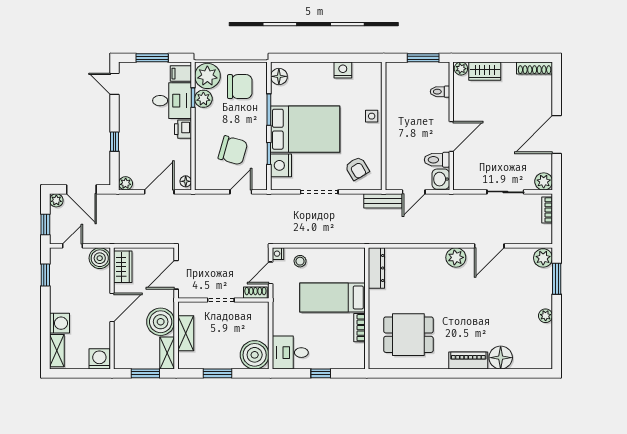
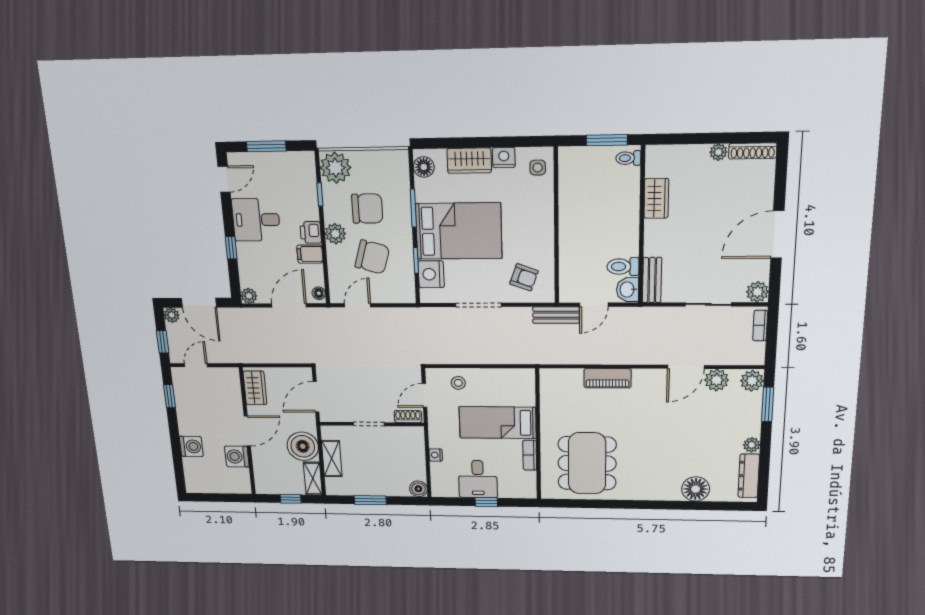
plant: (461, 69) -> (718, 152), moved
wardrobe: (485, 71) -> (656, 198), moved, turned -90
wardrobe: (315, 72) -> (469, 161), added
filing cabinet: (181, 74) -> (310, 254), moved
door: (114, 84) -> (224, 179), swing flipped
chair: (240, 87) -> (367, 209), moved
toilet: (440, 92) -> (628, 158), moved
plant: (203, 99) -> (335, 234), moved
desk: (172, 101) -> (256, 220), moved, turned 180
side table: (372, 116) -> (538, 168), moved
door: (451, 137) -> (641, 238), removed
armchair: (357, 168) -> (524, 277), turned -39
bench: (460, 171) -> (652, 280), added
door: (241, 192) -> (358, 305), moved
nightstand: (278, 254) -> (436, 455), moved
plant: (456, 257) -> (717, 380), moved
boiler: (100, 258) -> (228, 378), removed
dresser: (376, 268) -> (749, 476), moved, turned 180
dining table: (408, 335) -> (587, 463), width x1.38
shelving: (57, 351) -> (192, 474), removed
desk: (290, 353) -> (478, 479), moved, turned -90
boiler: (255, 355) -> (418, 489), width x0.54, depth x0.54
washing machine: (99, 359) -> (237, 456), moved, turned -90
piano: (468, 360) -> (608, 378), moved, turned 180
window: (145, 373) -> (291, 499), width x0.67

